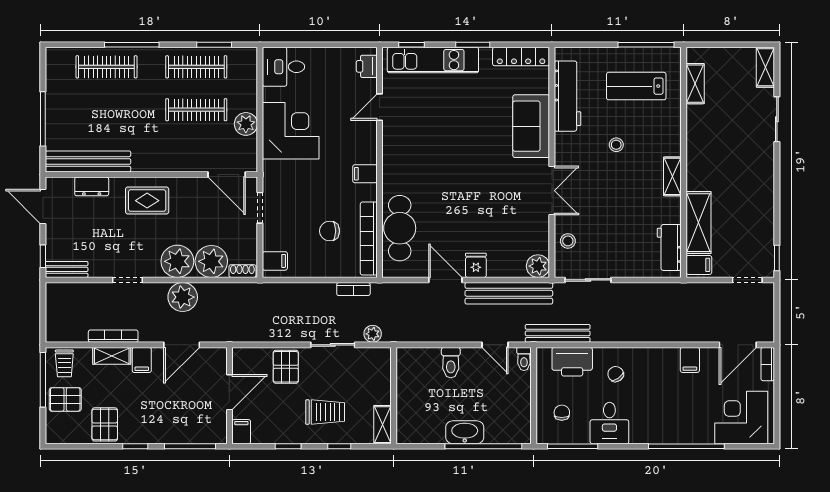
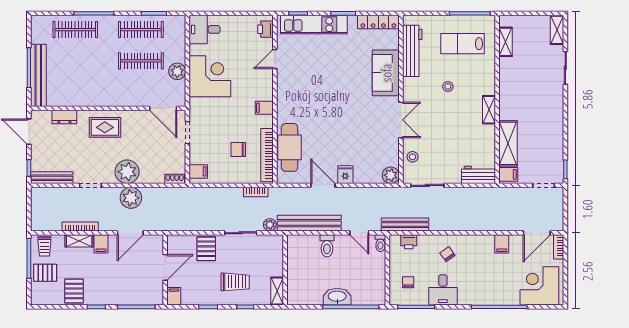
bench: (88, 162) -> (38, 75), moved, turned 90
workbench: (669, 247) -> (479, 175), moved, turned 90
plant: (211, 261) -> (152, 172), removed
bench: (67, 269) -> (52, 178), width x1.36
bench: (509, 293) -> (309, 223), moved
printer: (572, 362) -> (409, 242), width x0.53, depth x0.68

